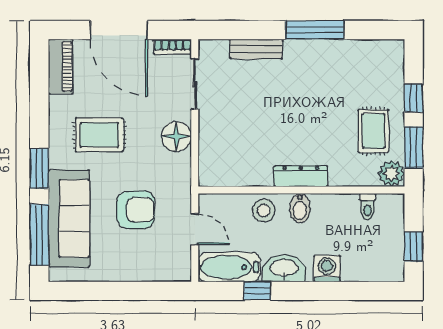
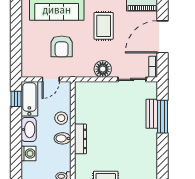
window: (315, 30) -> (162, 117), moved
window: (257, 291) -> (16, 99), moved

